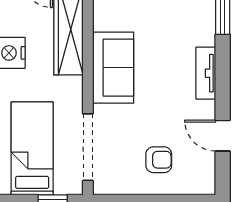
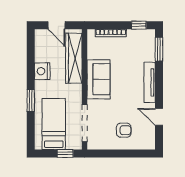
tv unit: (206, 73) -> (150, 82), width x1.41

